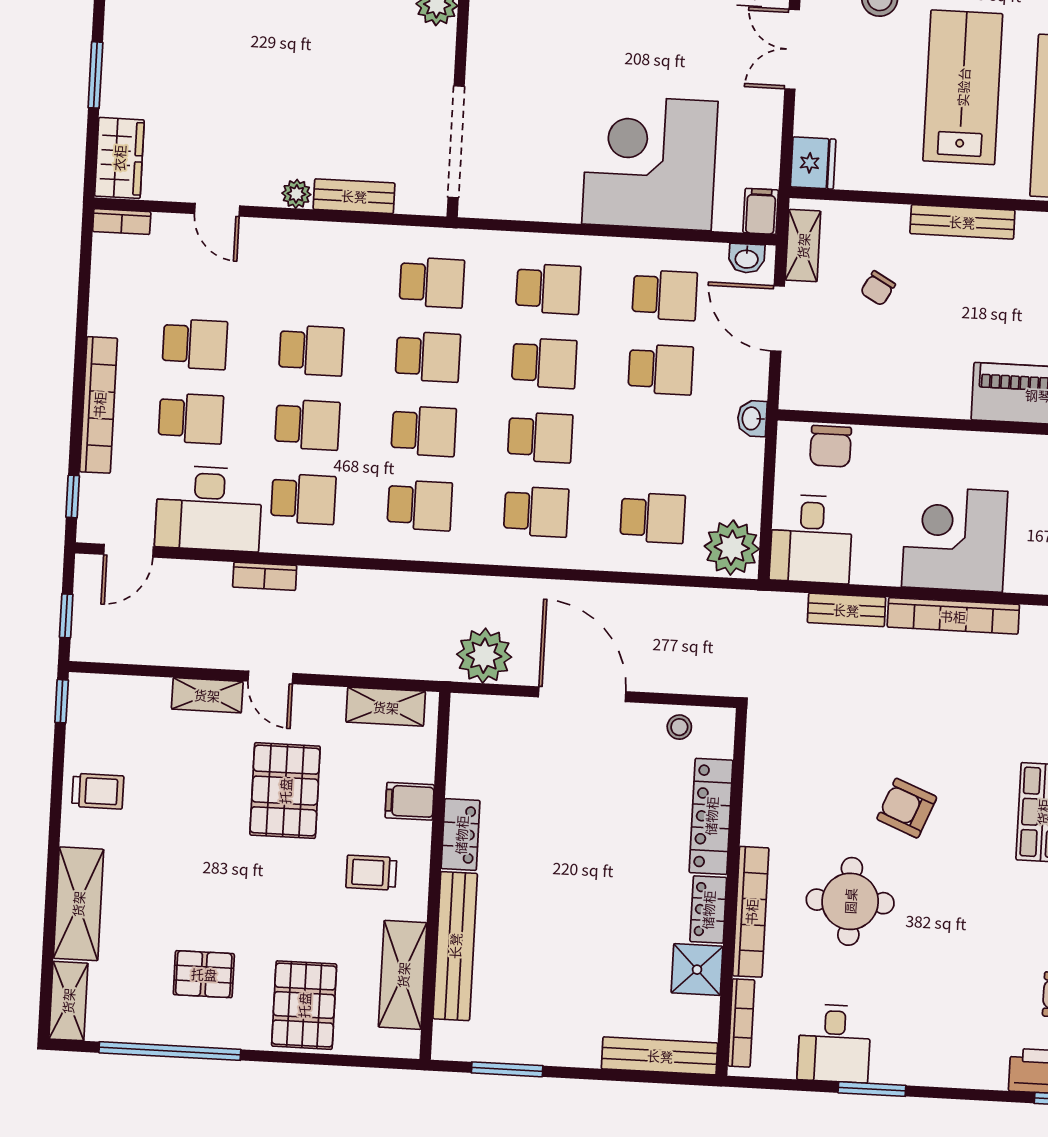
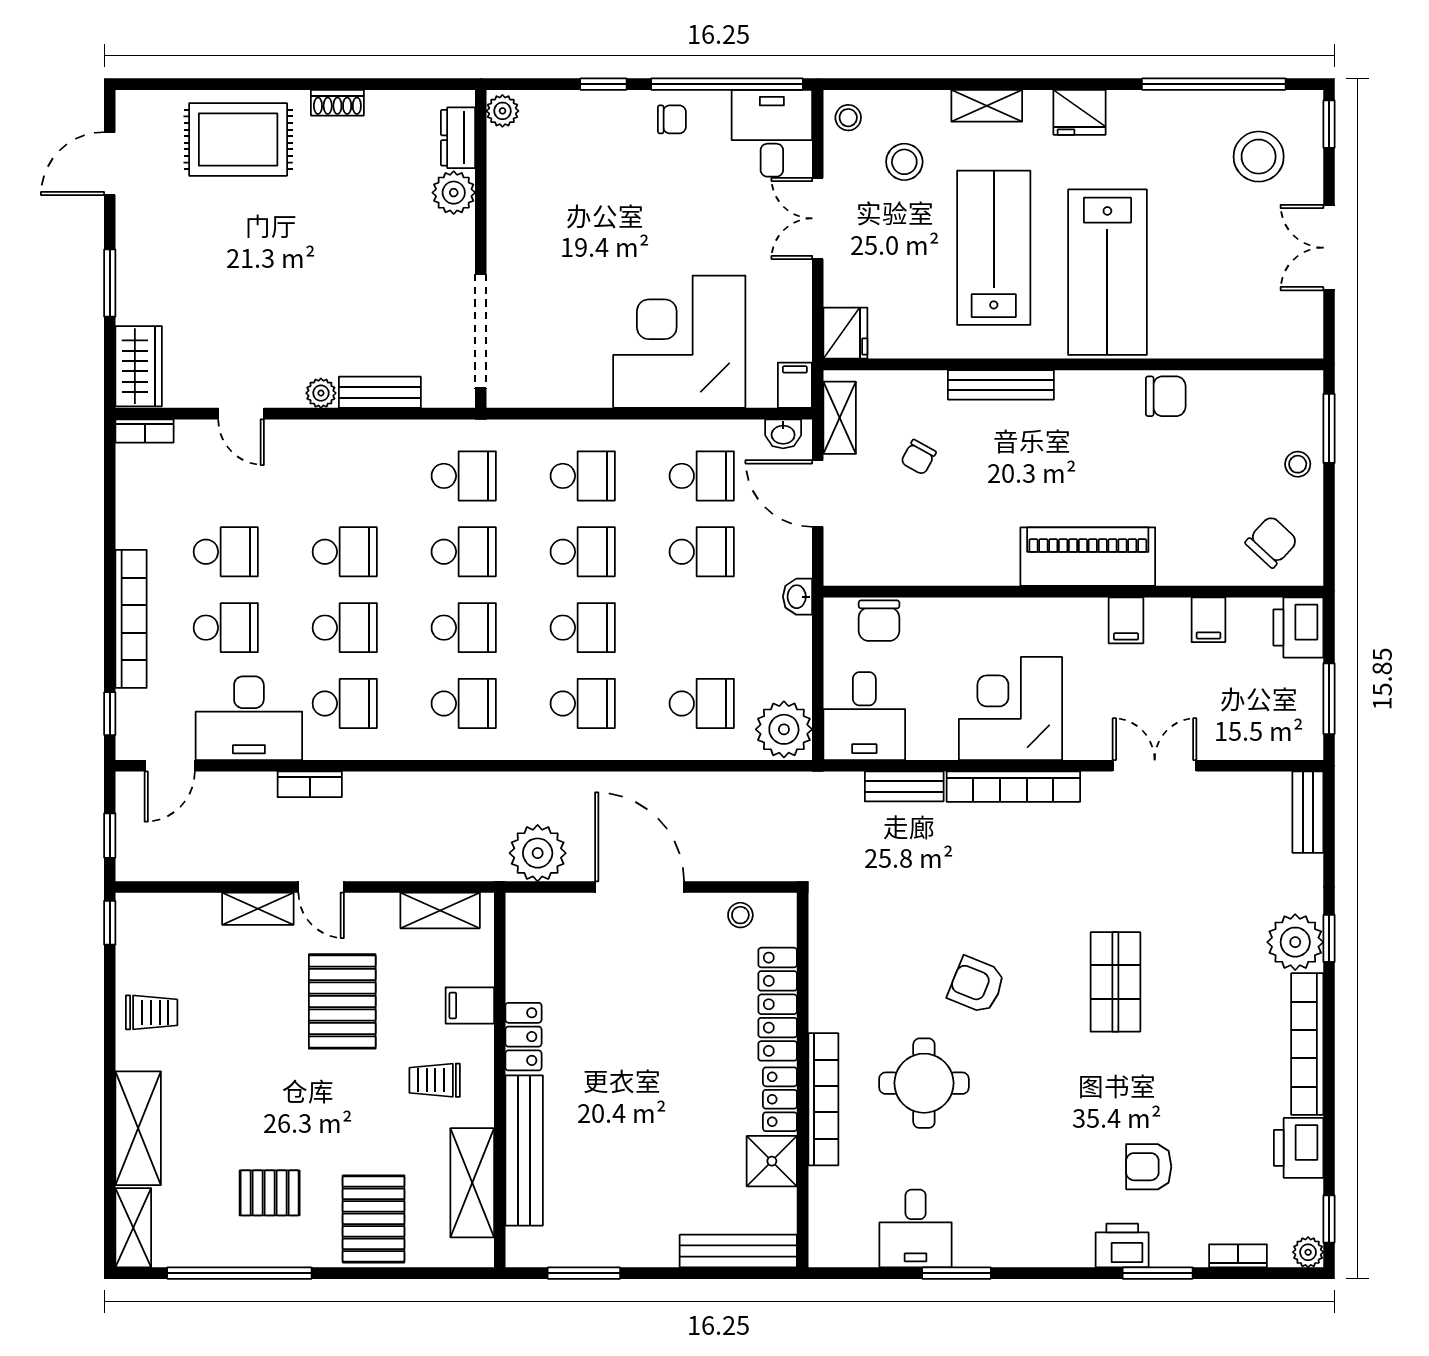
bookcase: (741, 1023) -> (820, 1213), removed

